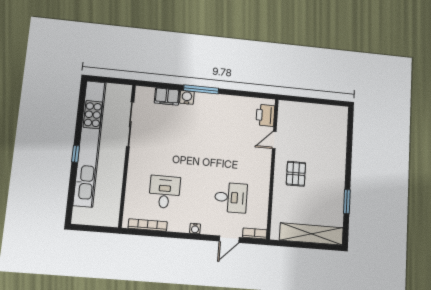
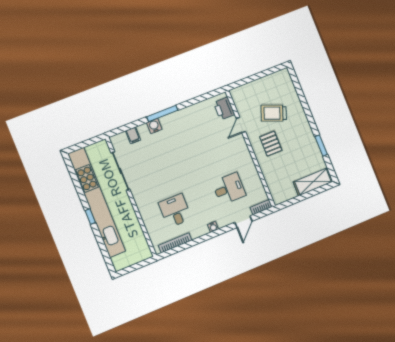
filing cabinet: (167, 96) -> (133, 135), width x0.50
trolley: (313, 145) -> (274, 113), added
shelving: (311, 234) -> (313, 182), width x0.68

